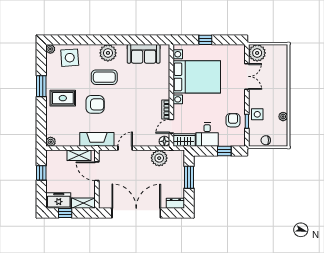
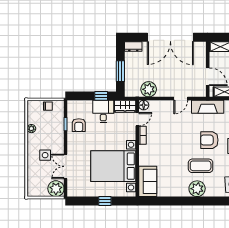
sofa: (144, 54) -> (148, 181), moved, turned 90
side table: (257, 114) -> (45, 155), moved
window: (224, 151) -> (101, 96), moved

